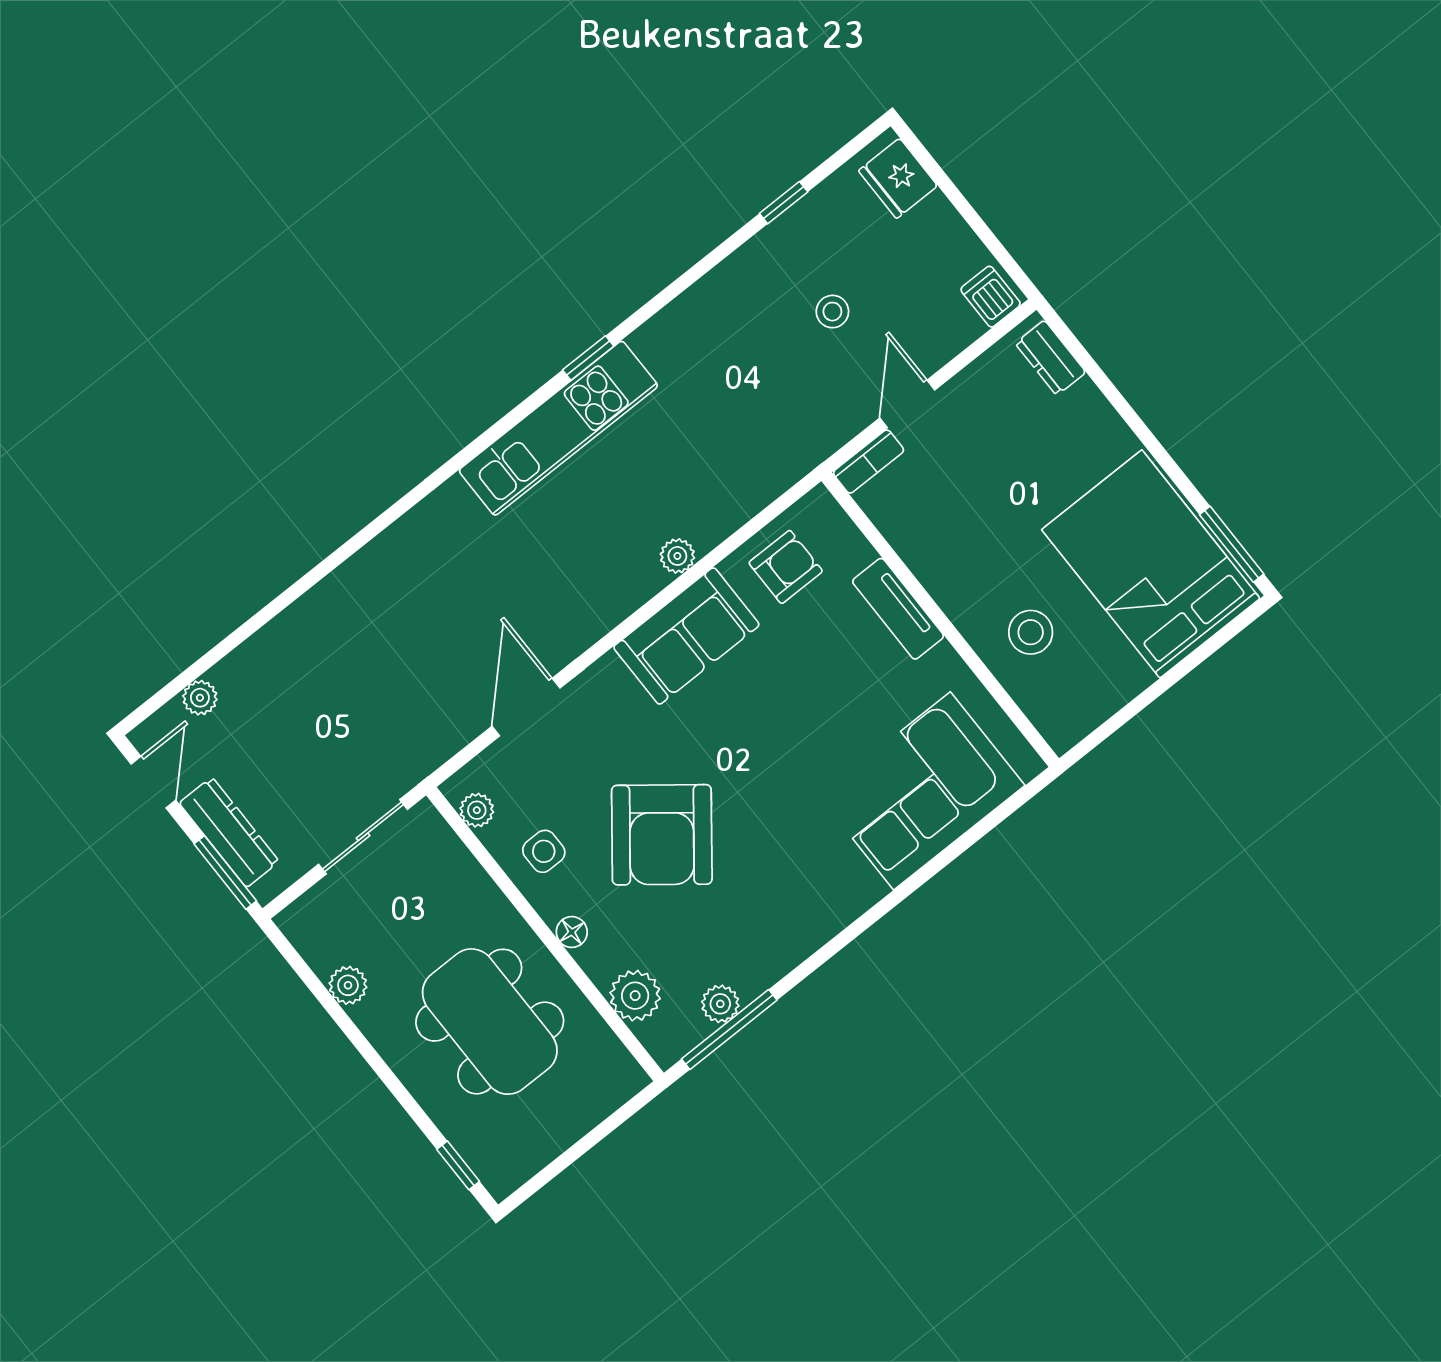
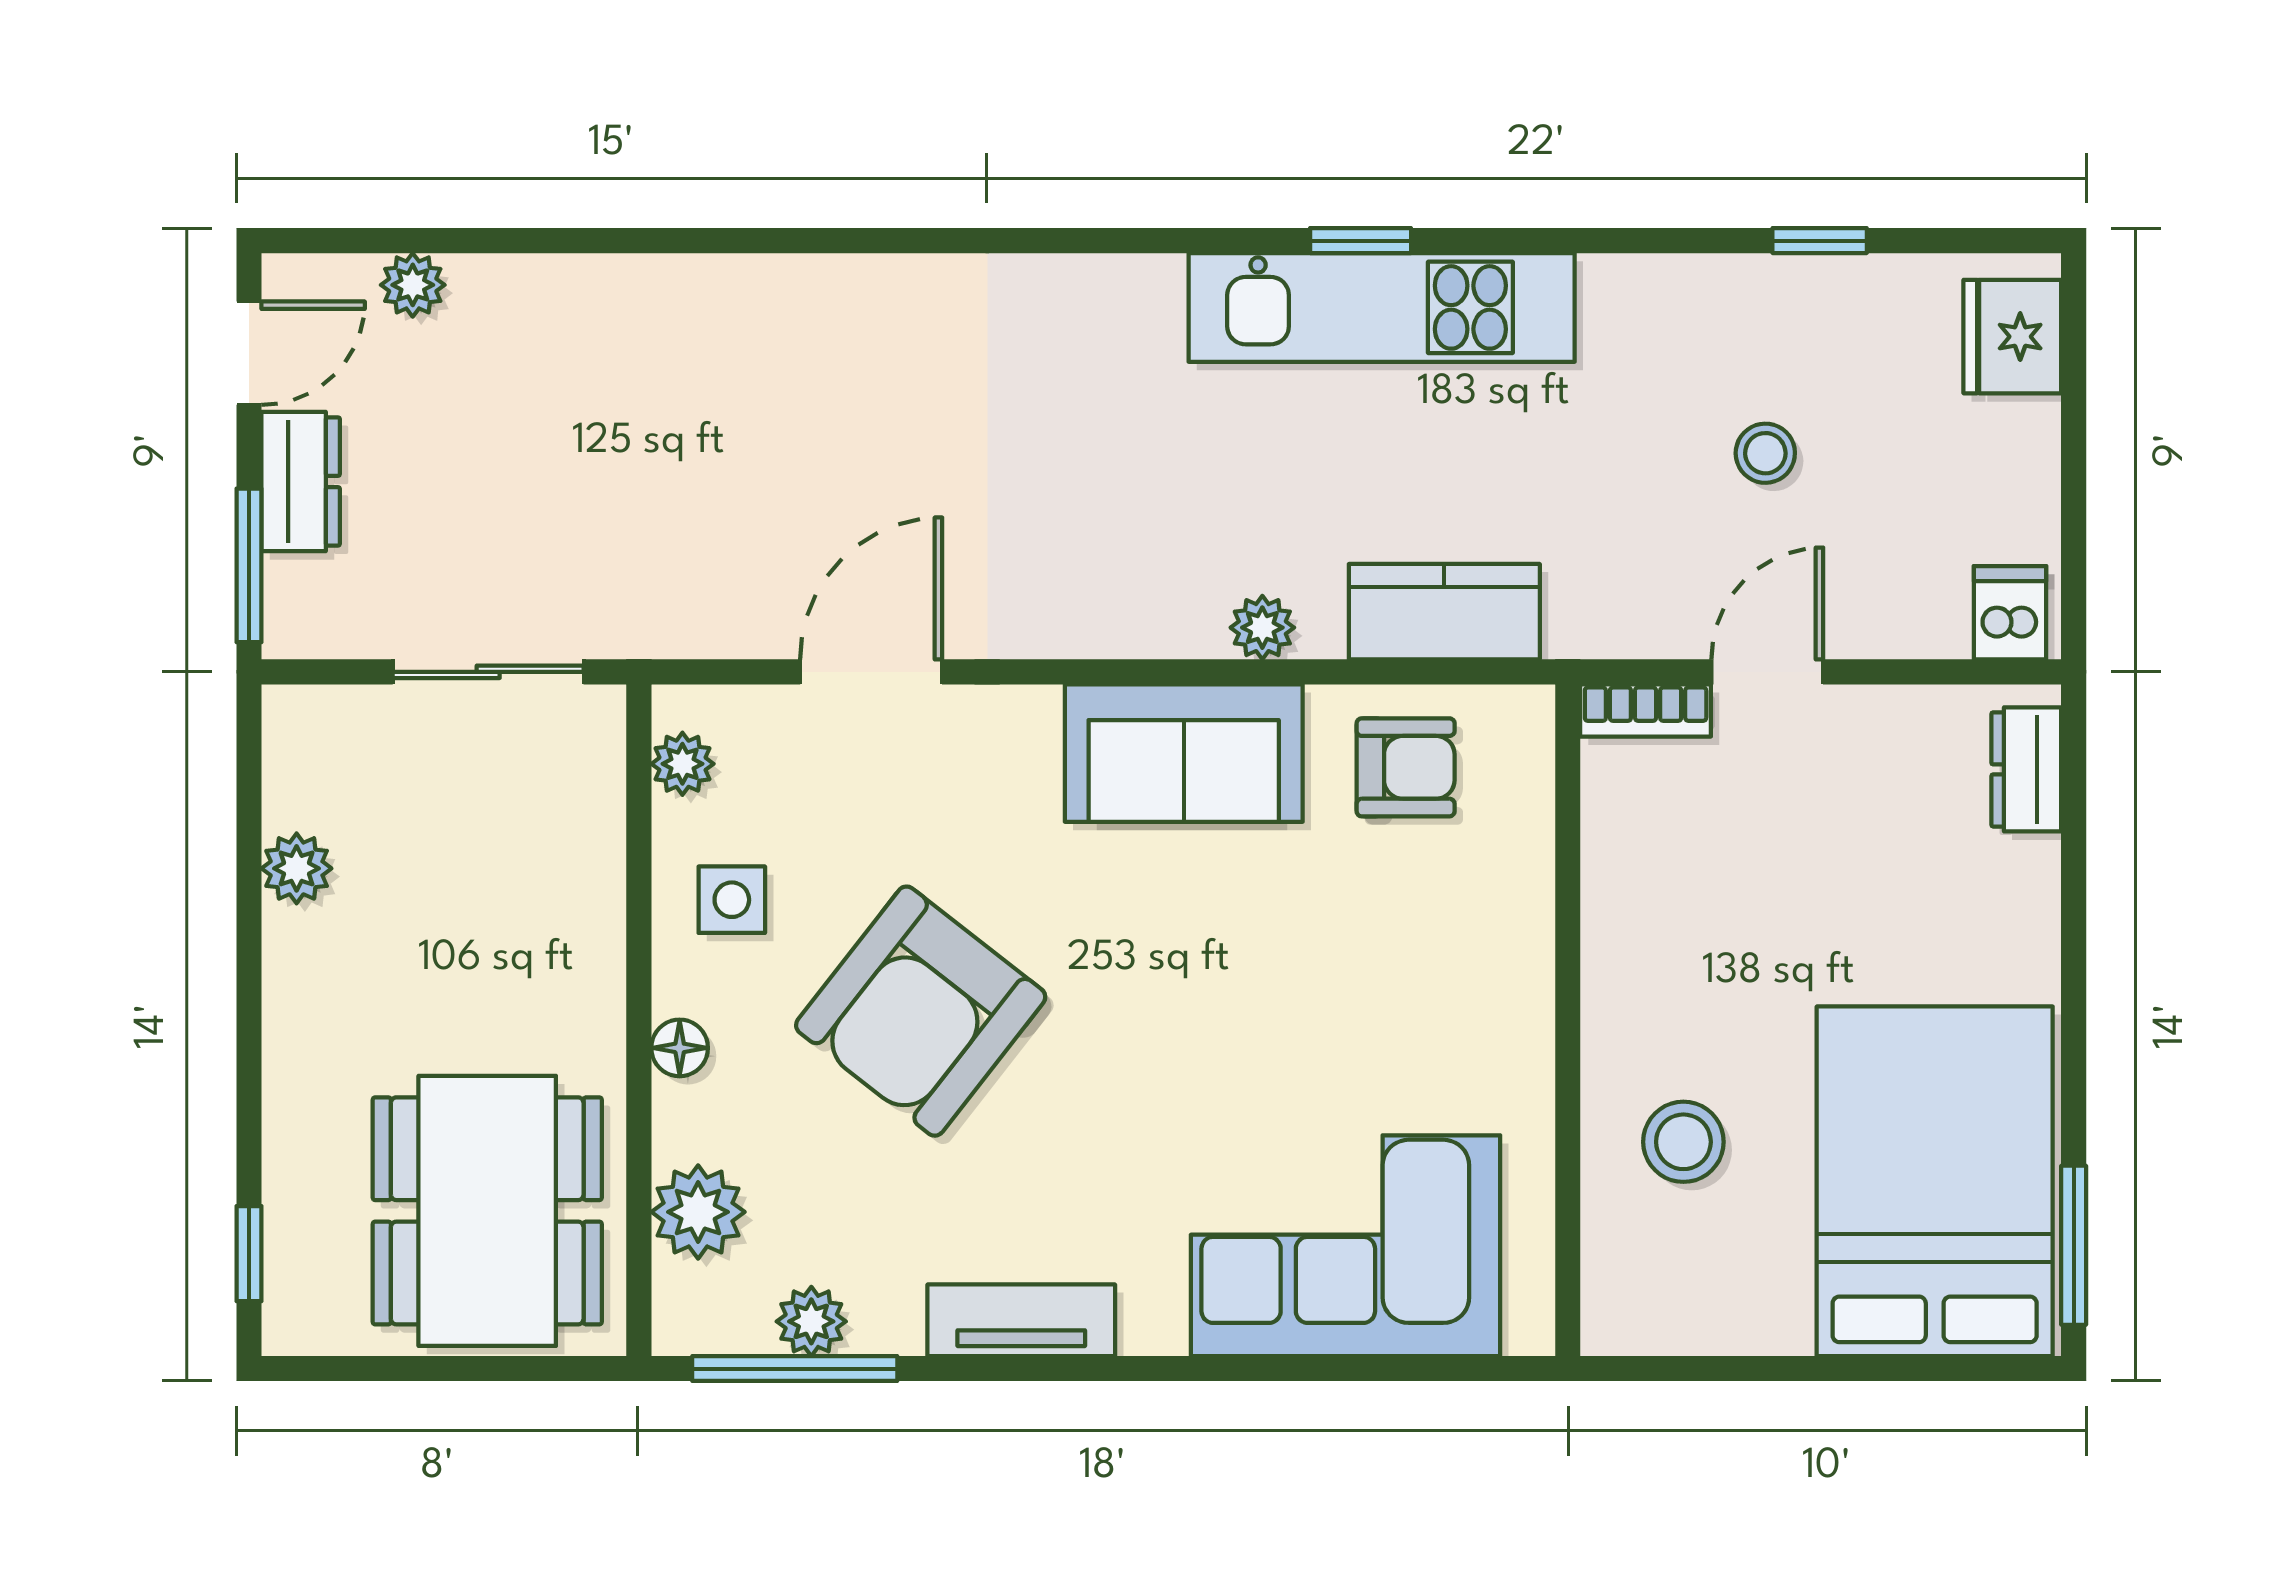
kitchen unit: (558, 428) -> (1382, 307), moved
kitchen counter: (749, 488) -> (1444, 612), added
tv unit: (898, 609) -> (1021, 1320), moved, turned 90
dresser: (229, 832) -> (301, 481), width x0.70
dining table: (490, 1022) -> (487, 1211), moved

